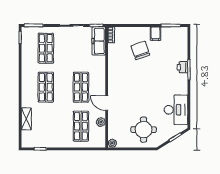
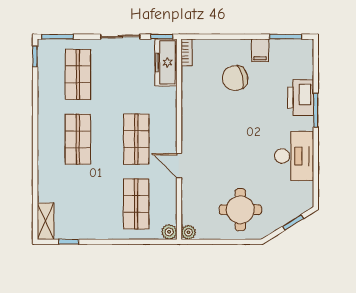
chair: (140, 50) -> (235, 78), turned -85
printer: (182, 67) -> (301, 98), width x1.87, depth x1.48
desk: (176, 110) -> (294, 156), moved
shelving: (26, 119) -> (46, 221), moved
plant: (101, 122) -> (169, 232), moved

